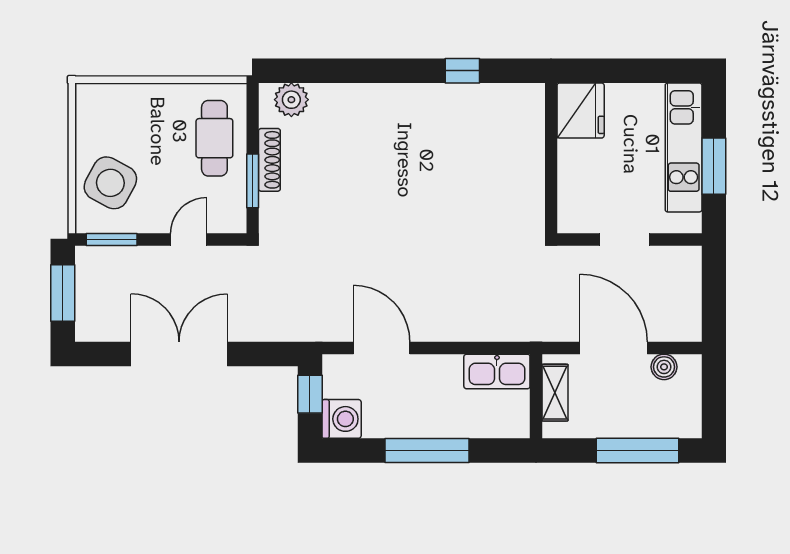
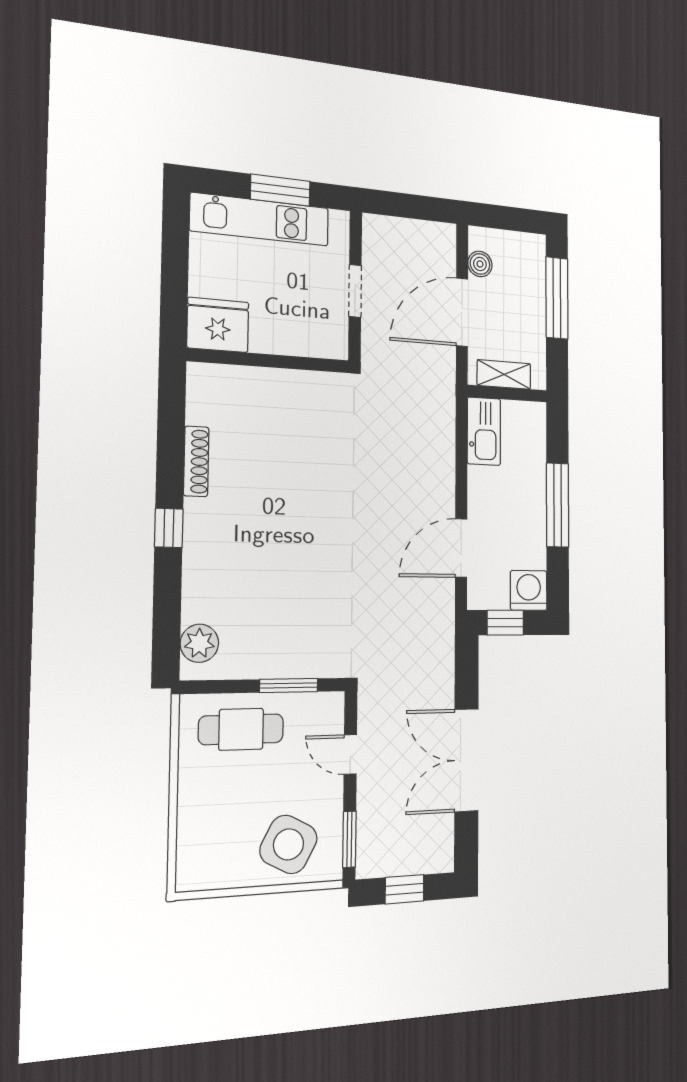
window: (462, 71) -> (169, 528), moved
shoe rack: (269, 160) -> (196, 461), moved, turned 90
window: (63, 293) -> (405, 889), width x0.67

